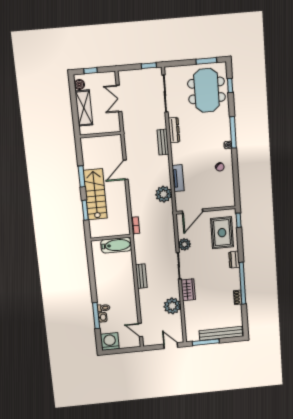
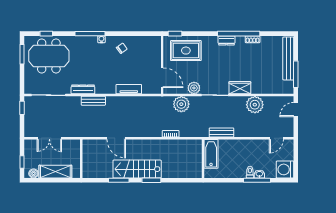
plant: (164, 194) -> (181, 104), moved
wall: (111, 238) -> (203, 159), moved
bathtub: (116, 245) -> (211, 154), moved
dresser: (234, 260) -> (226, 40), moved

